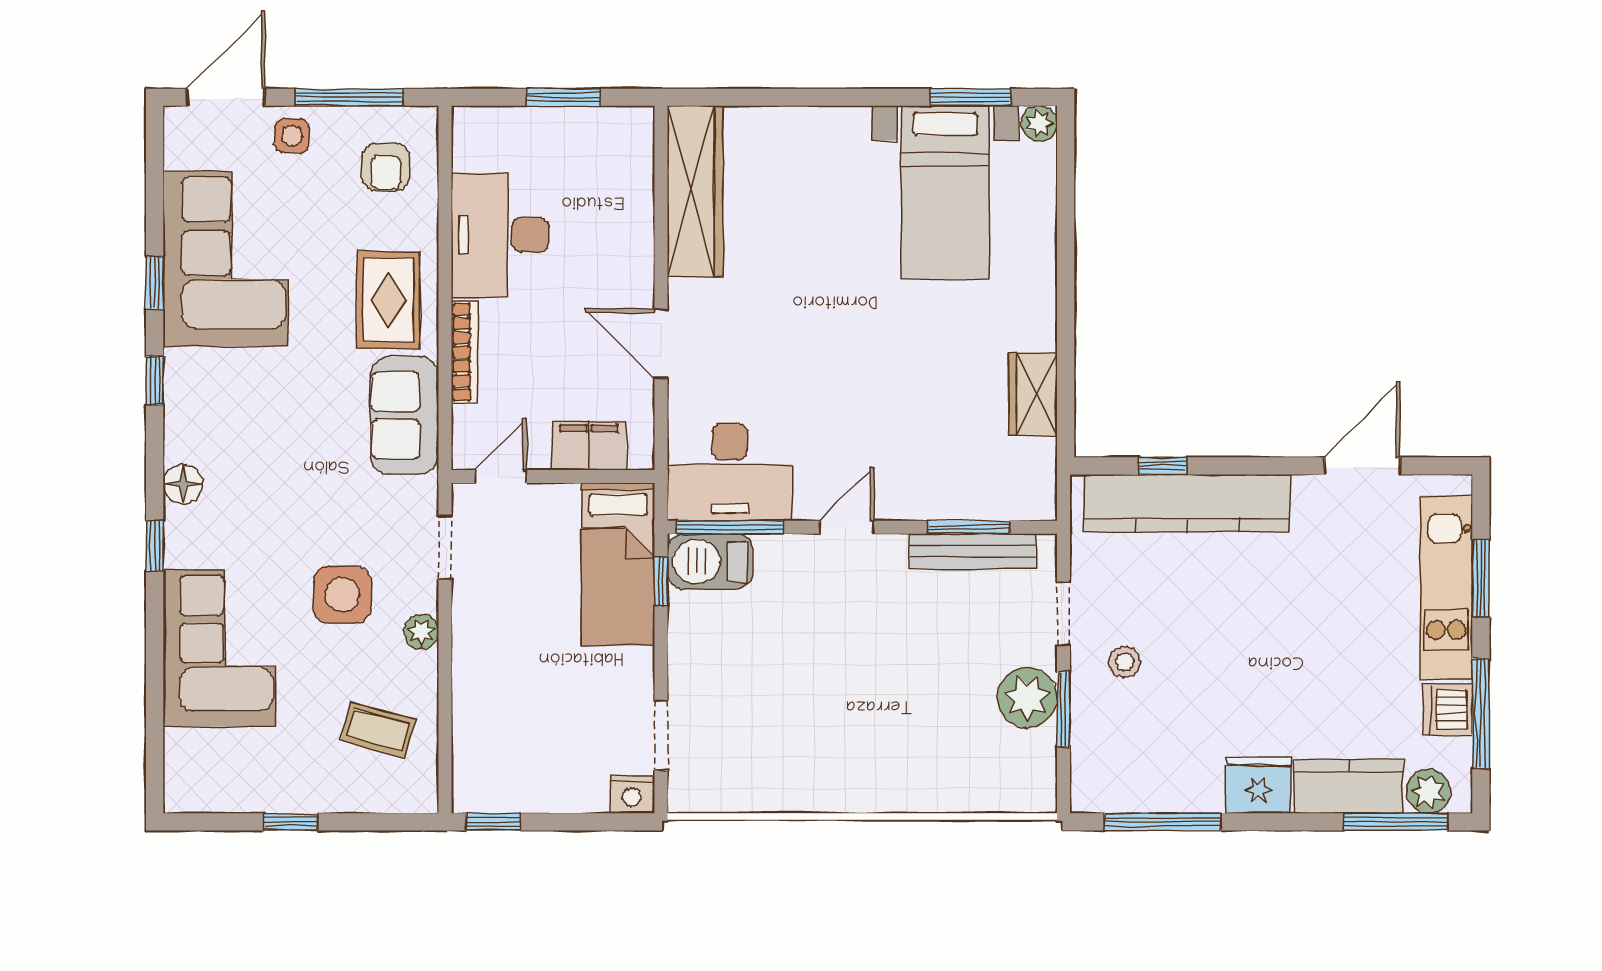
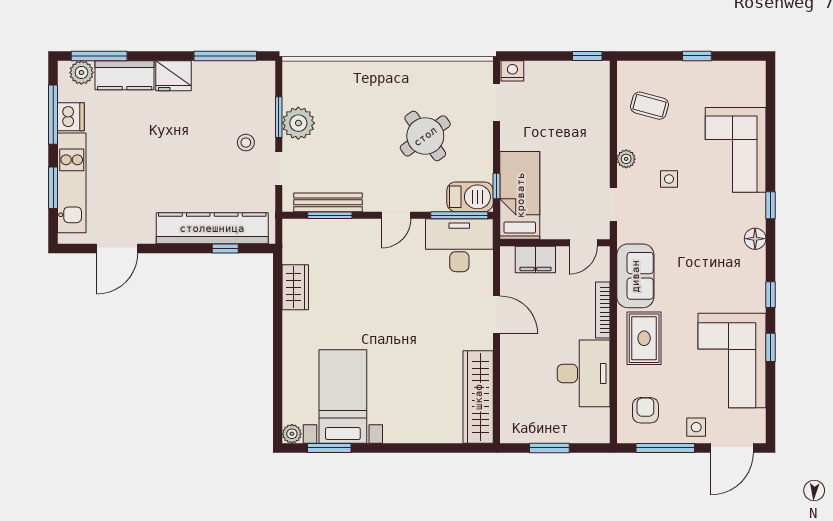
side table: (342, 594) -> (669, 179), width x0.54, depth x0.54
round table: (793, 674) -> (425, 136), added

